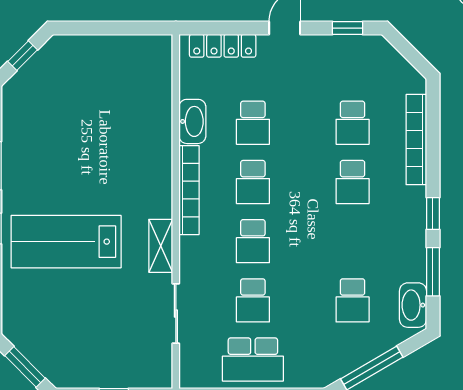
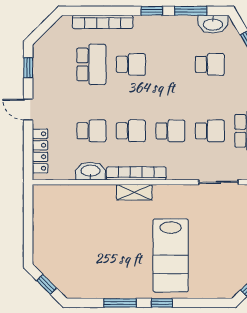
school desk: (353, 123) -> (91, 64), width x1.85
shelving: (161, 246) -> (134, 192), moved

